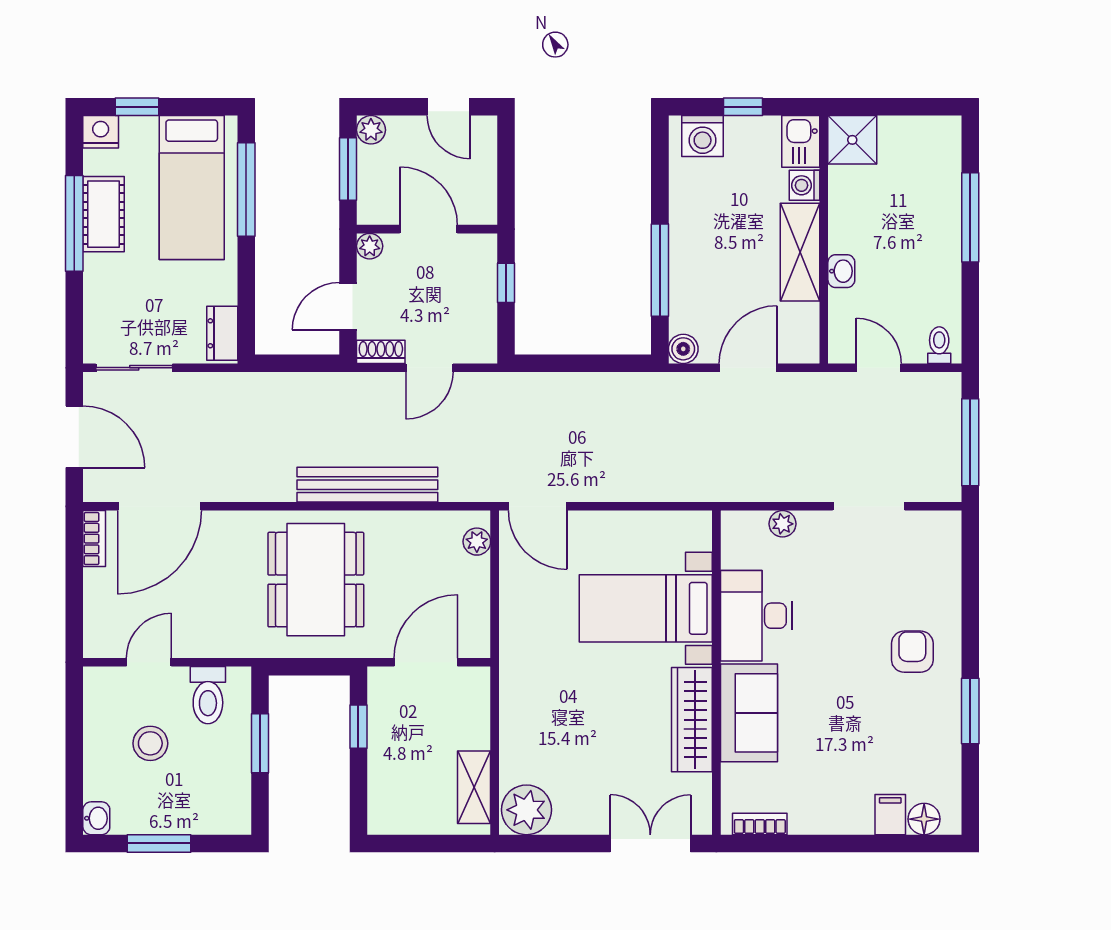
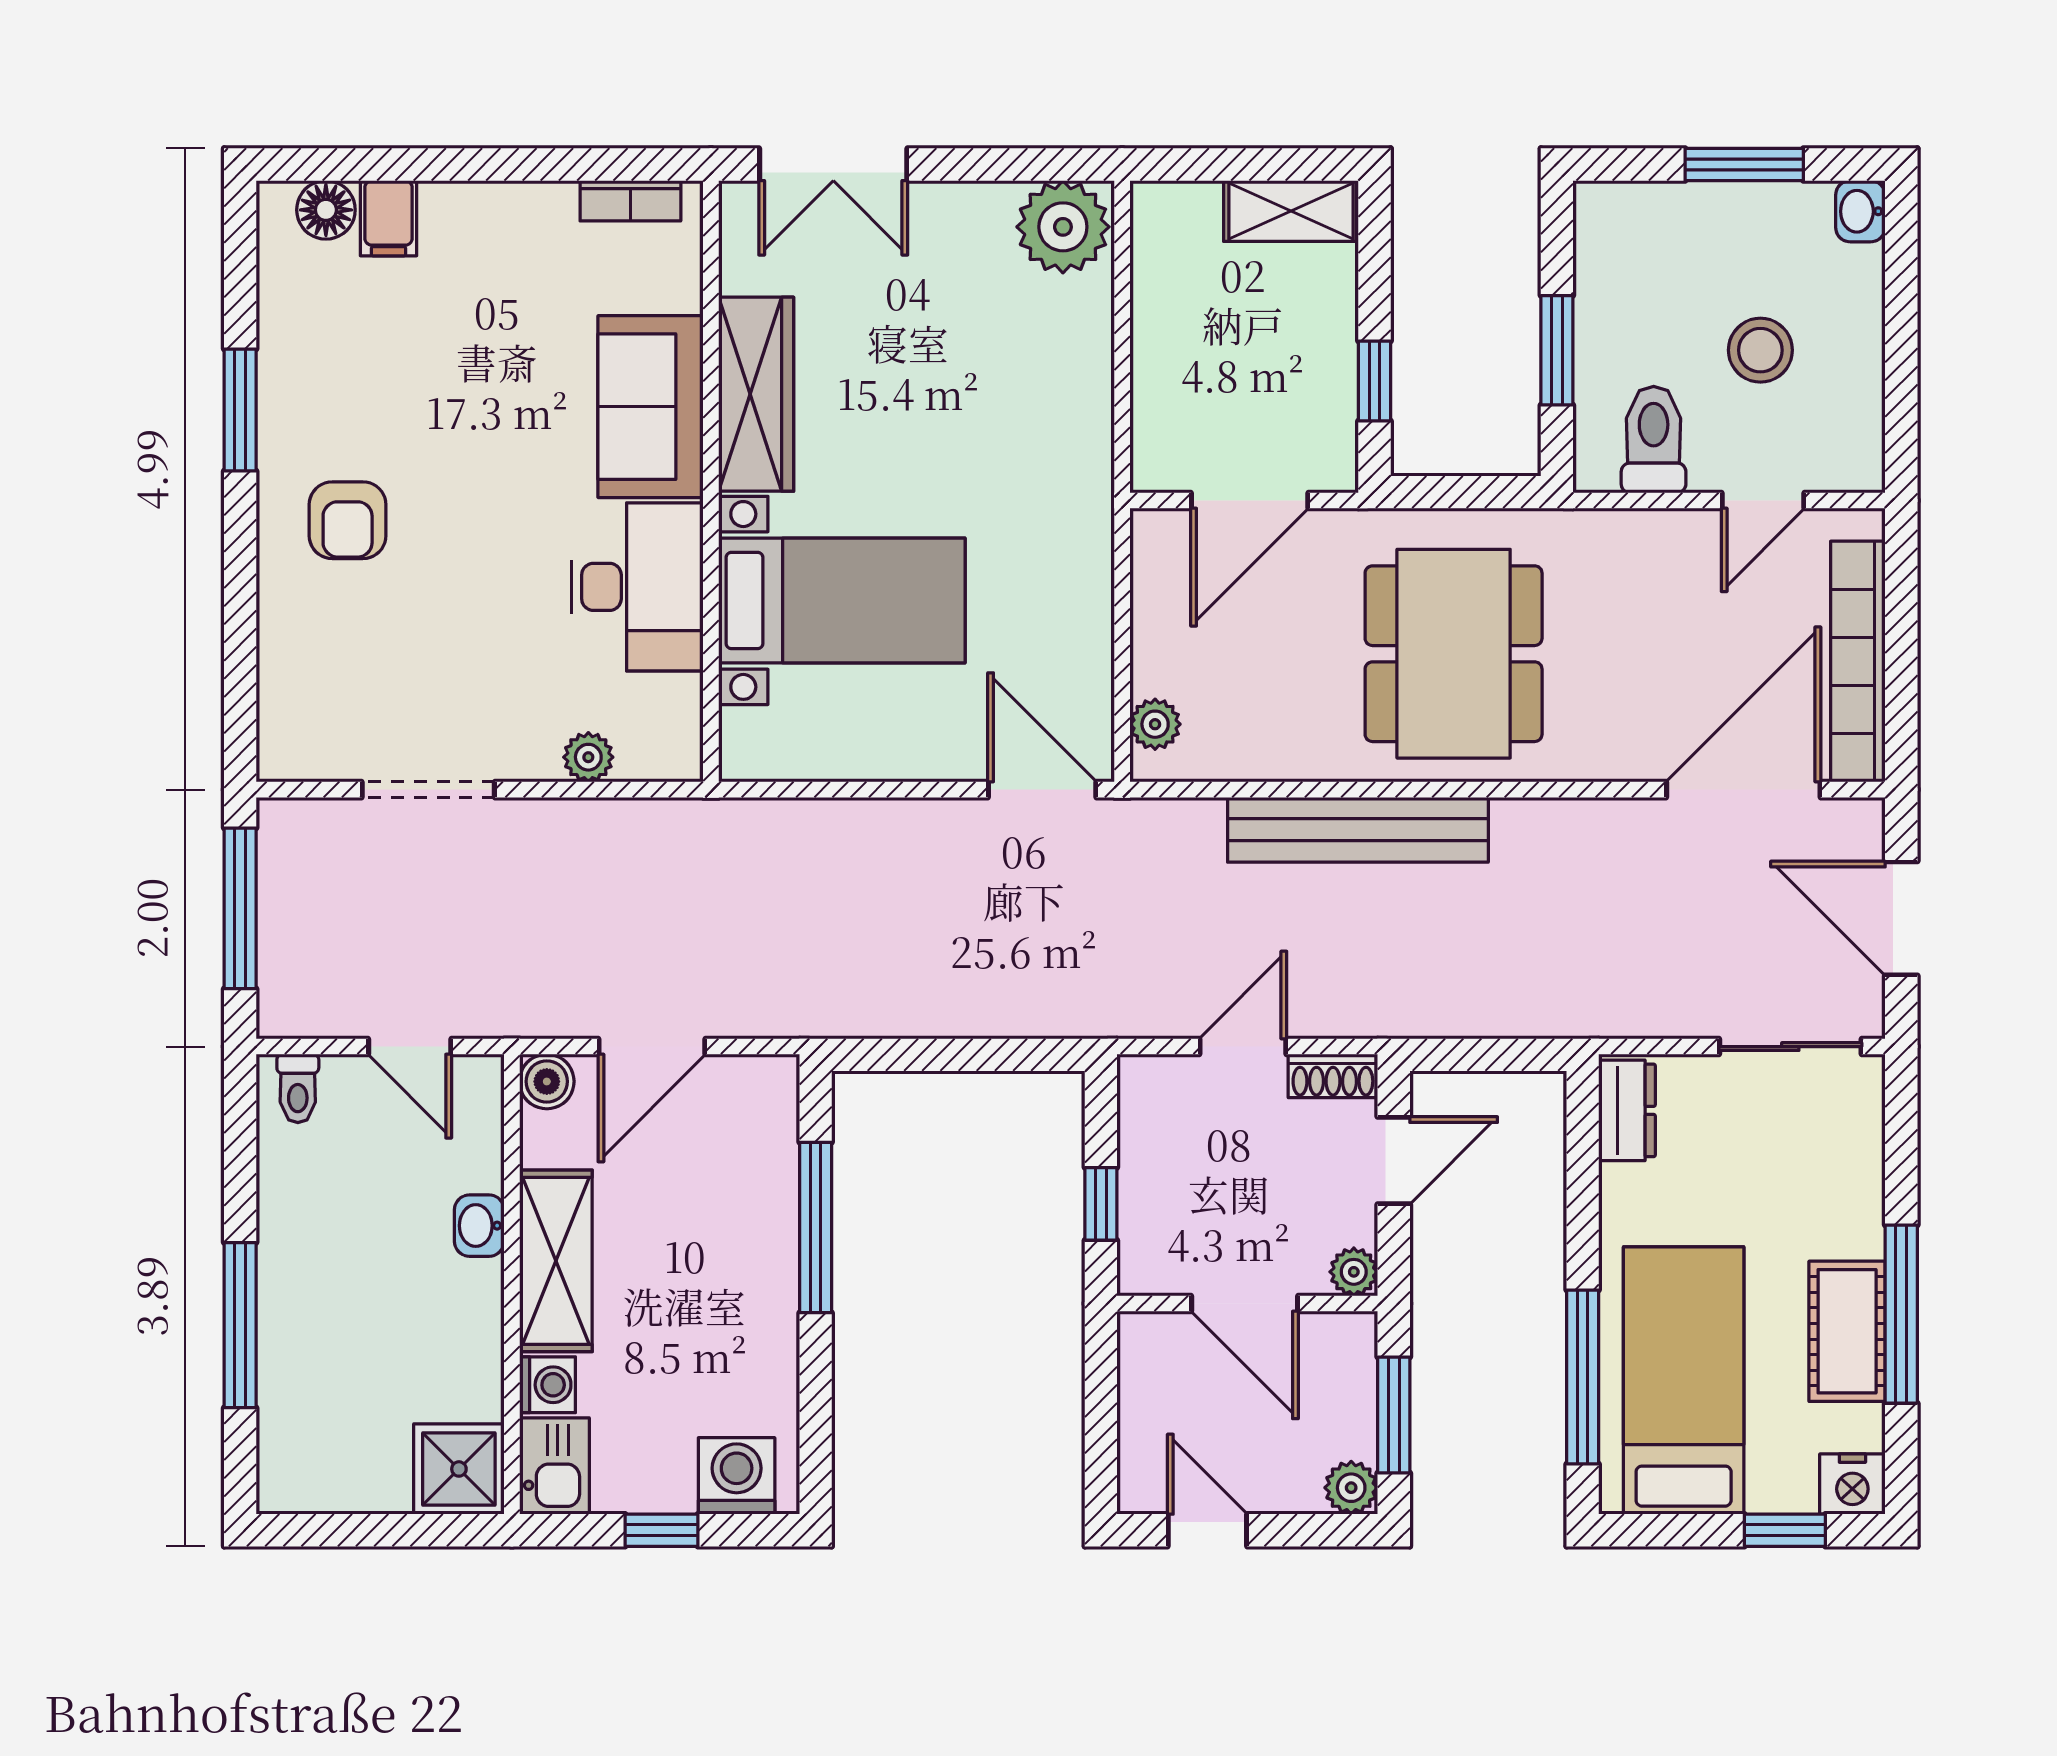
boiler: (683, 349) -> (547, 1081), moved
bookcase: (94, 539) -> (1858, 662), width x2.31, depth x1.31
shelving: (474, 787) -> (1291, 211), moved, turned 90

